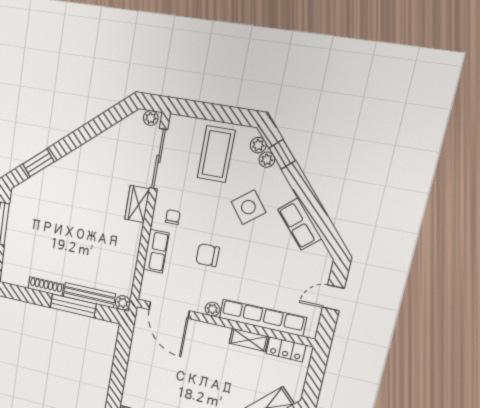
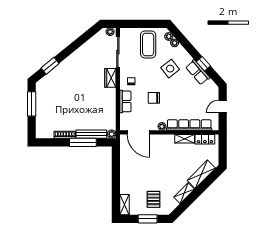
window: (282, 154) -> (203, 64), moved

